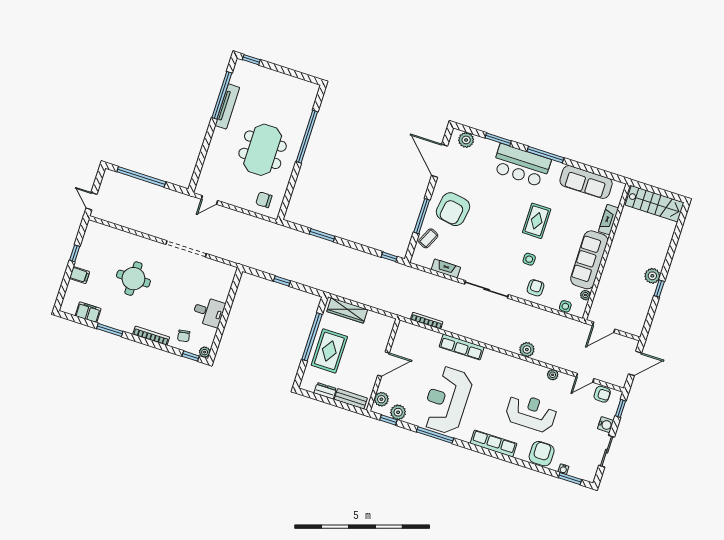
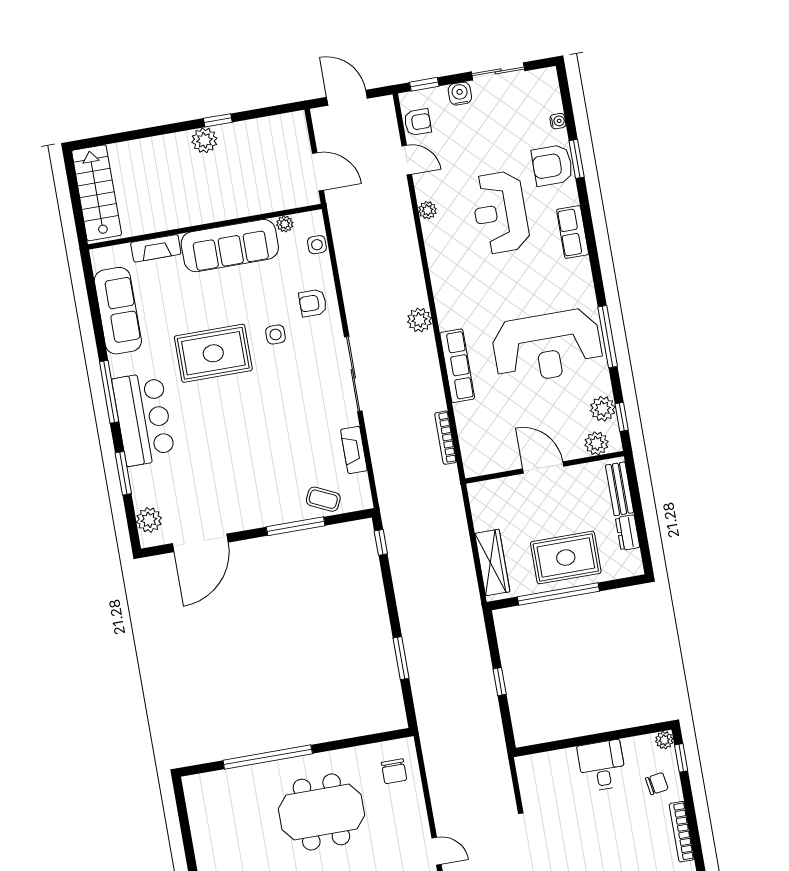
armchair: (453, 209) -> (261, 485), removed
rug: (537, 221) -> (213, 353), width x1.36, depth x1.43
plant: (527, 350) -> (419, 320), moved
armchair: (602, 394) -> (418, 122), turned 90
row of seats: (494, 444) -> (573, 232), width x0.68
window: (570, 479) -> (577, 159), moved

